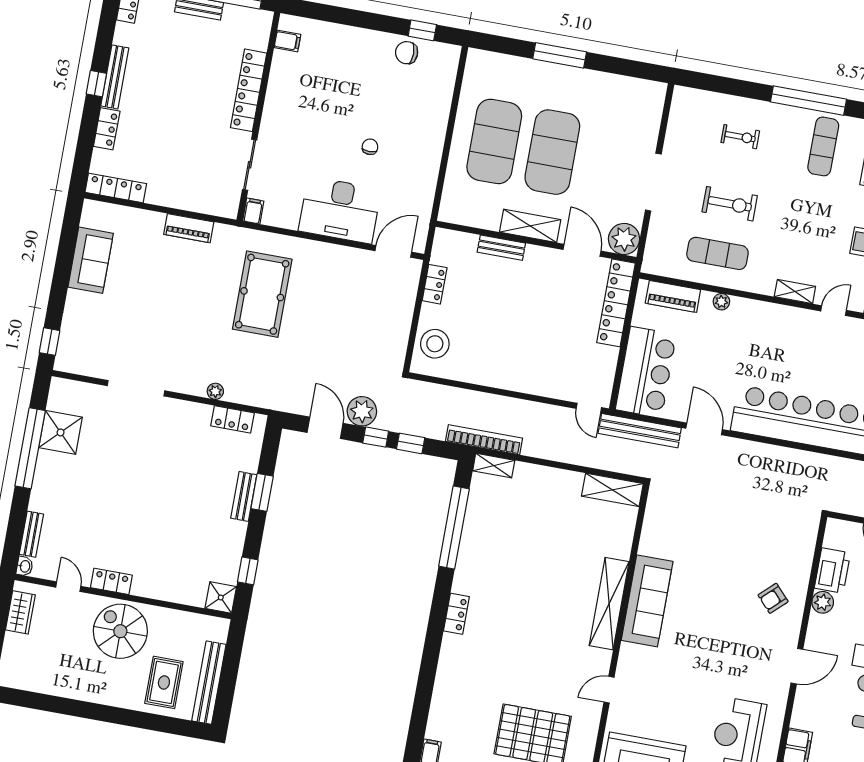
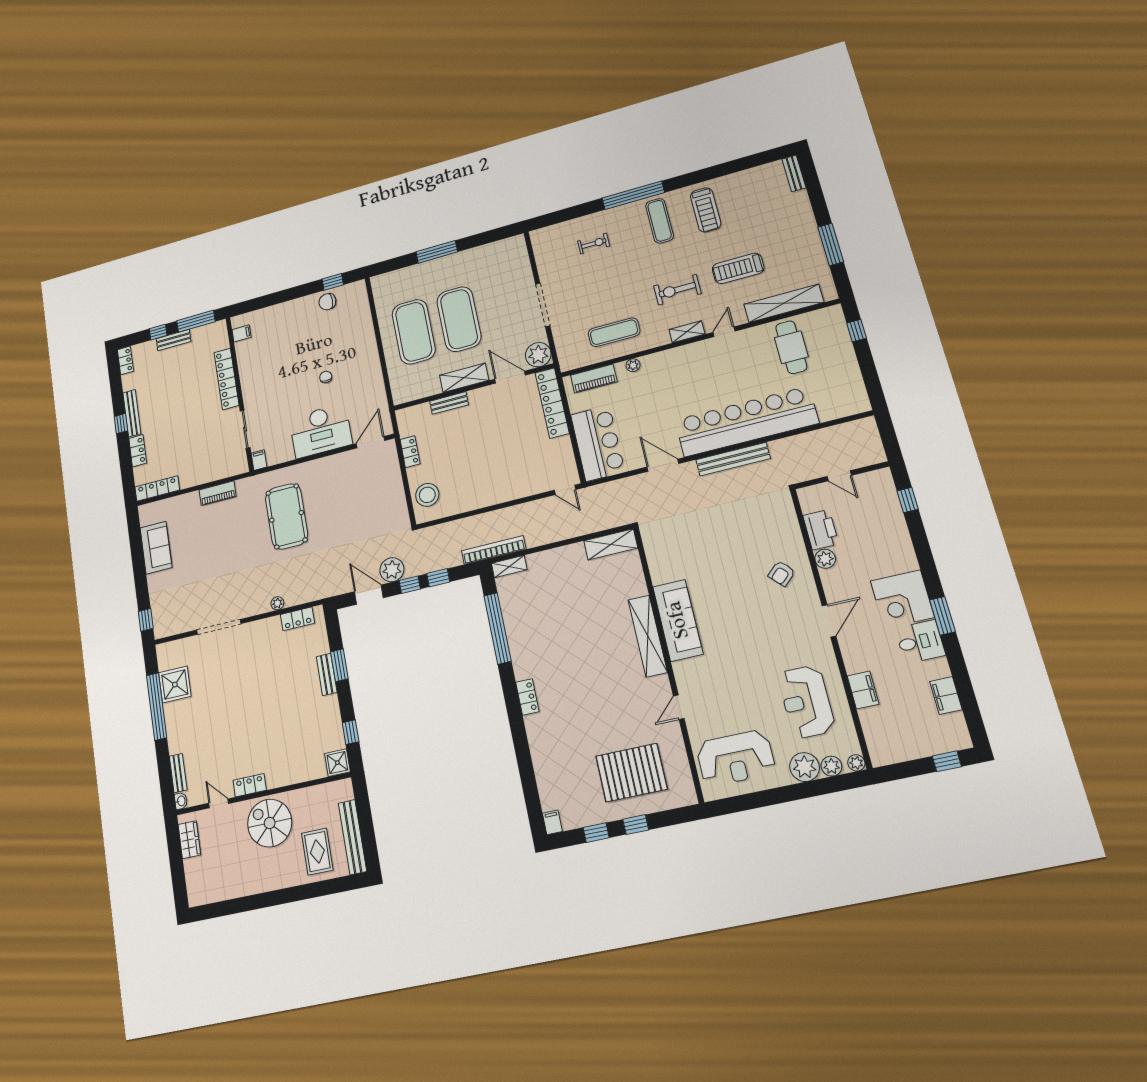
exercise bike: (730, 204) -> (677, 290), moved, turned 180
bench: (640, 431) -> (733, 459), moved

